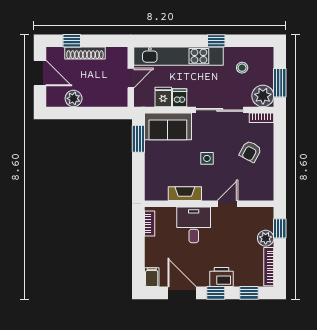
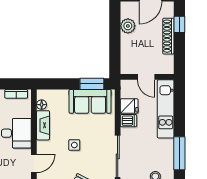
window: (216, 41) -> (179, 153), width x2.17
kitchen unit: (178, 56) -> (166, 109), width x0.73
sofa: (168, 126) -> (90, 101), moved, turned -90
floor lamp: (162, 195) -> (42, 105), added
door: (227, 204) -> (34, 163), hinge flipped

